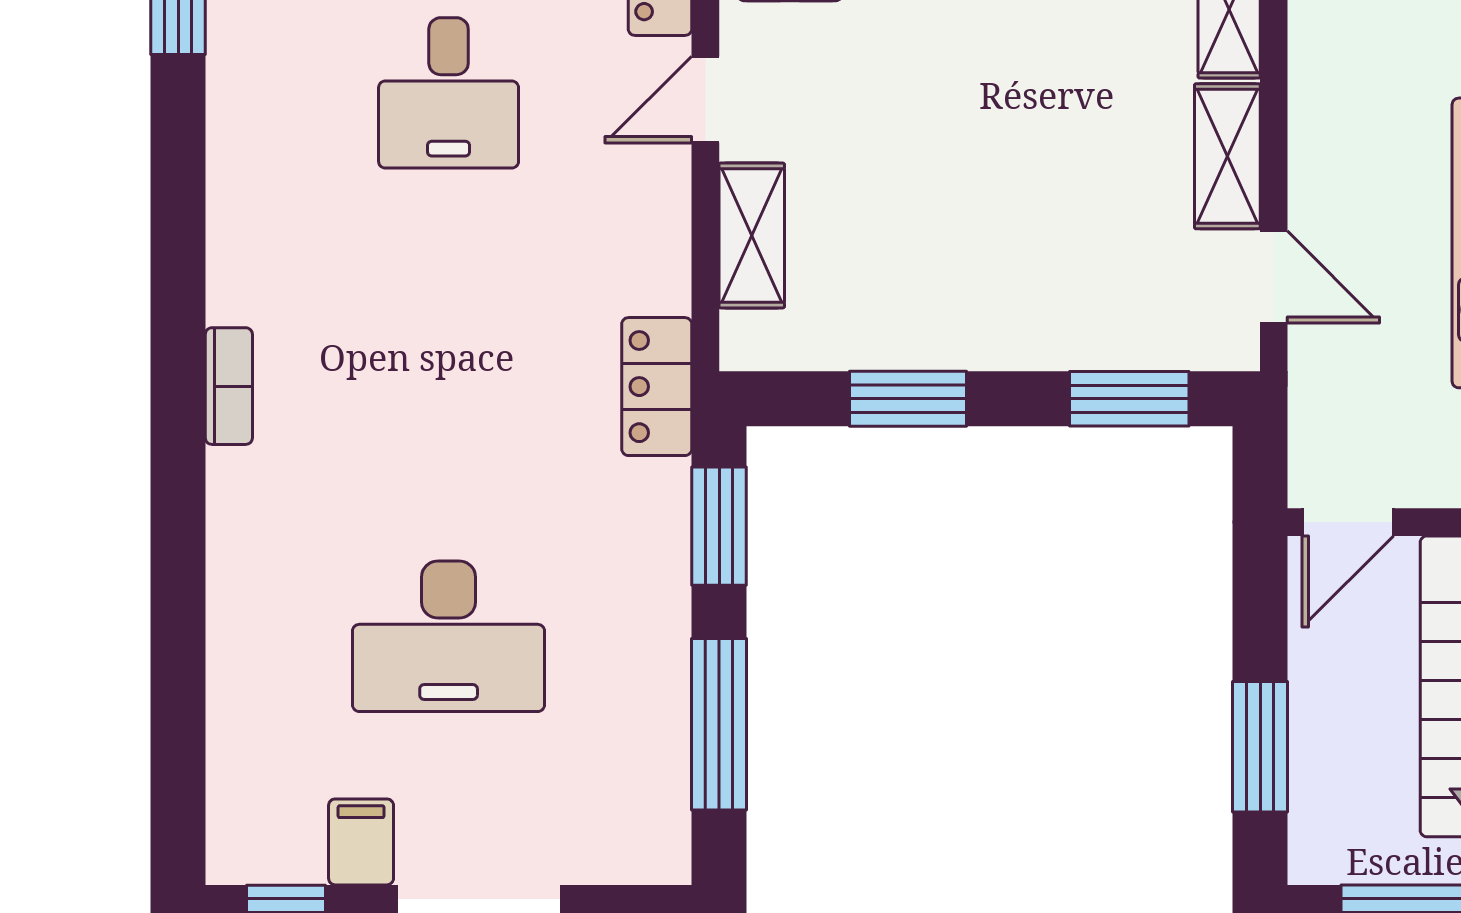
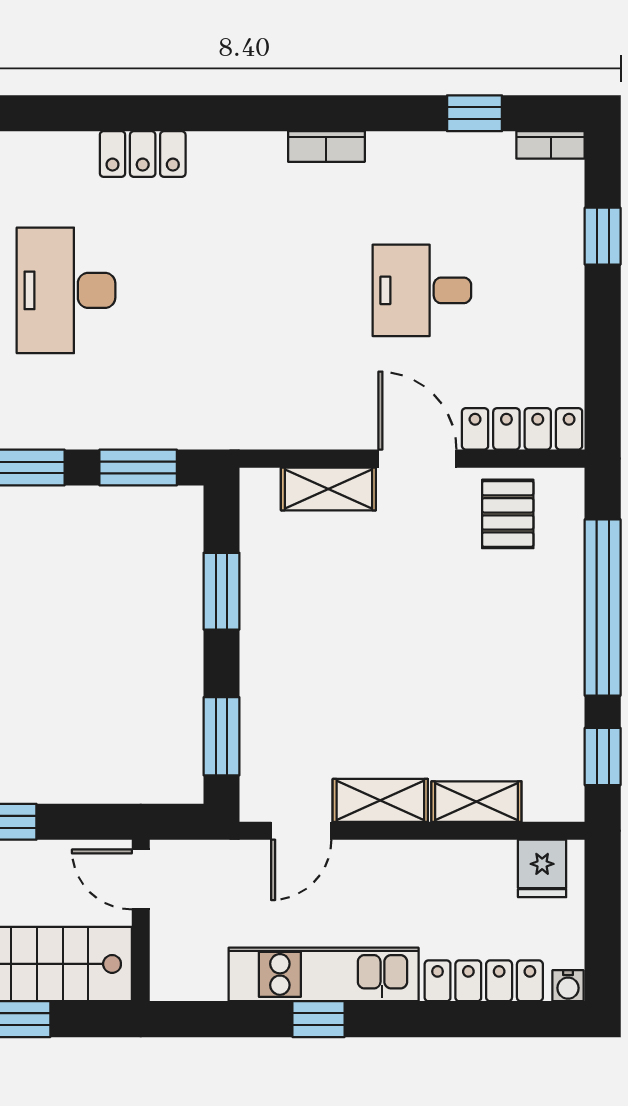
door: (705, 100) -> (417, 459), width x1.38
bookcase: (229, 386) -> (326, 146), moved
locker: (657, 387) -> (143, 154), moved, turned 180

